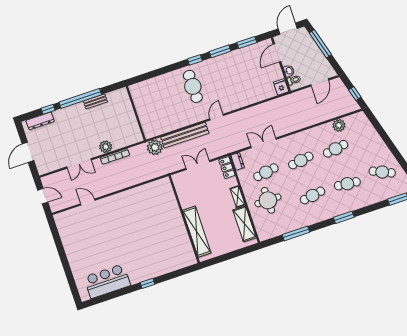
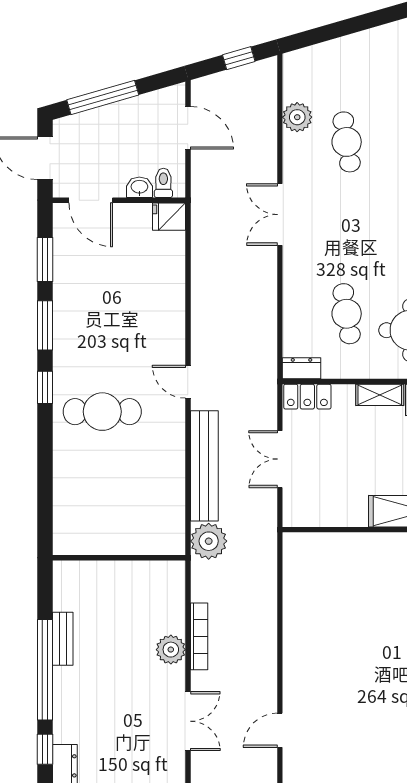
double door: (264, 143) -> (280, 215), moved
cafe table: (301, 160) -> (347, 228), removed

